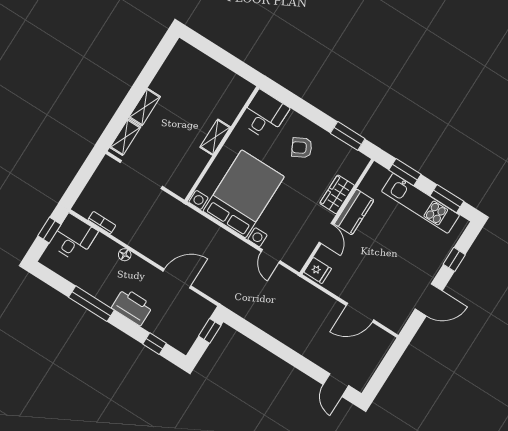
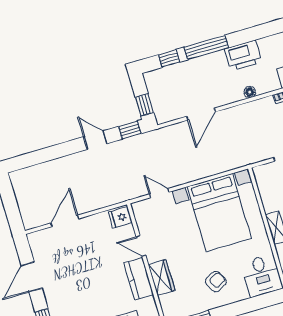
window: (91, 304) -> (206, 47), moved
printer: (132, 307) -> (243, 55), moved
window: (240, 325) -> (130, 130), added
door: (336, 385) -> (95, 140), moved

